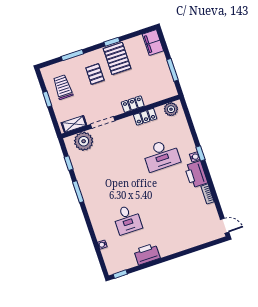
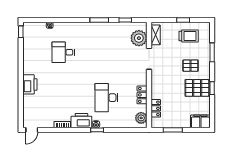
locker: (133, 104) -> (156, 108), moved
printer: (147, 254) -> (30, 84), moved

